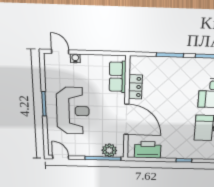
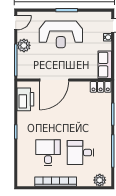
row of seats: (118, 77) -> (105, 65), moved, turned -90
locker: (135, 87) -> (101, 87), moved
plant: (109, 150) -> (24, 45), moved

